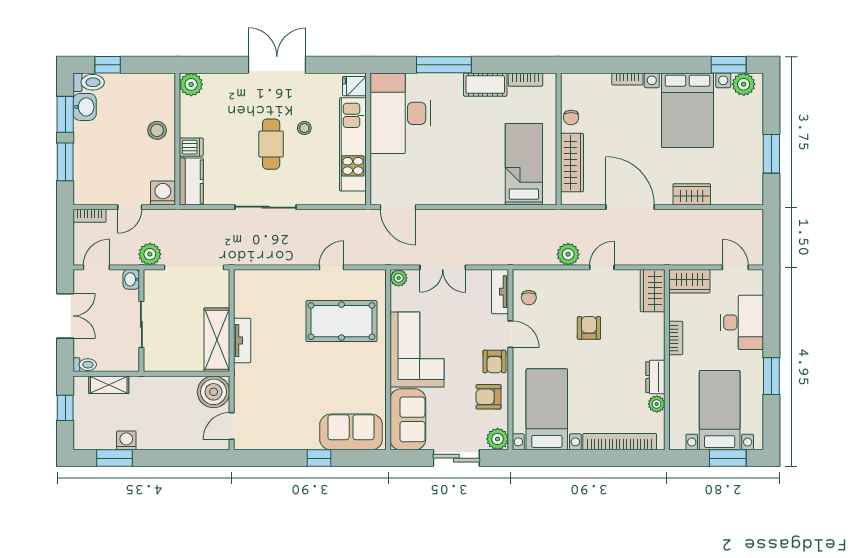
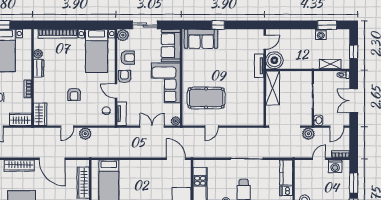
washing machine: (163, 193) -> (335, 166), moved
wardrobe: (692, 194) -> (19, 166), width x1.50
tv unit: (242, 341) -> (259, 66), moved

